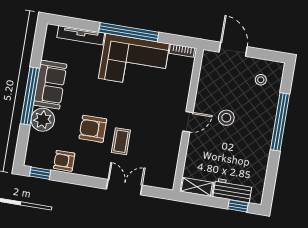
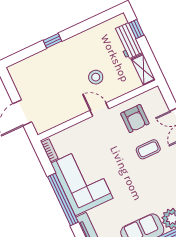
stool: (261, 80) -> (31, 77), removed
stool: (226, 118) -> (96, 77), moved
window: (280, 122) -> (52, 41), width x0.32
armchair: (93, 129) -> (135, 119), moved

